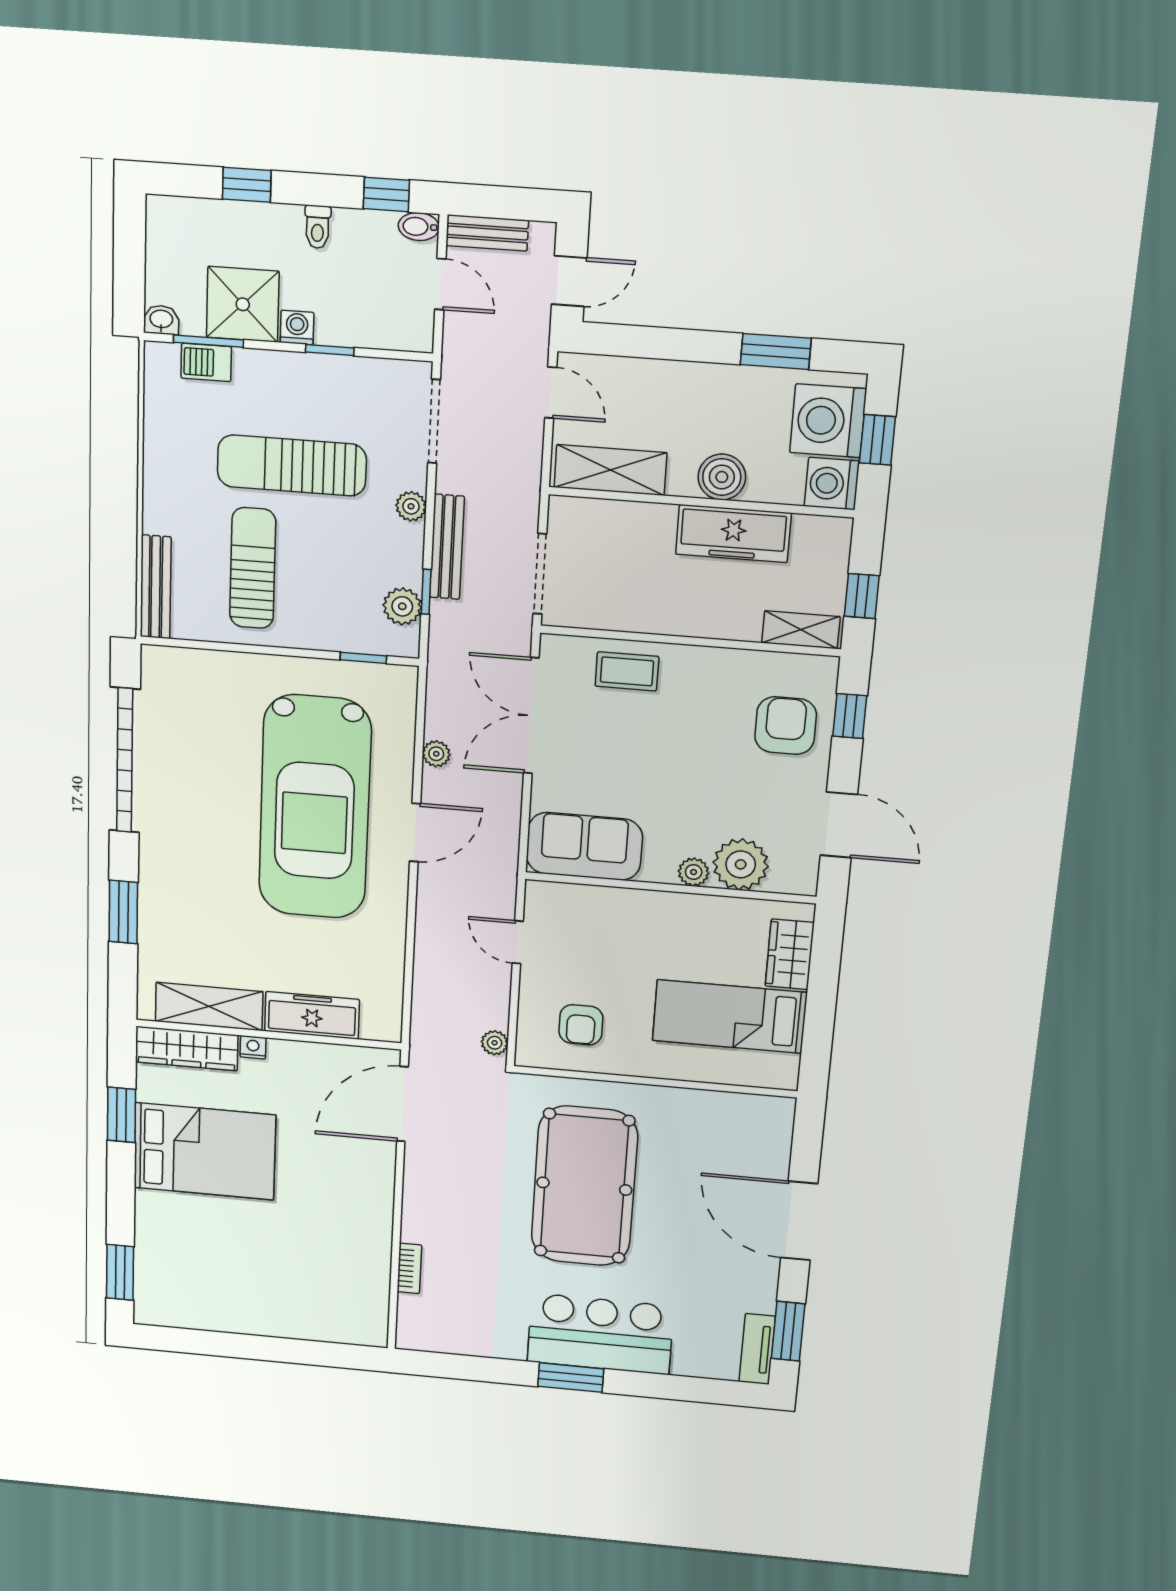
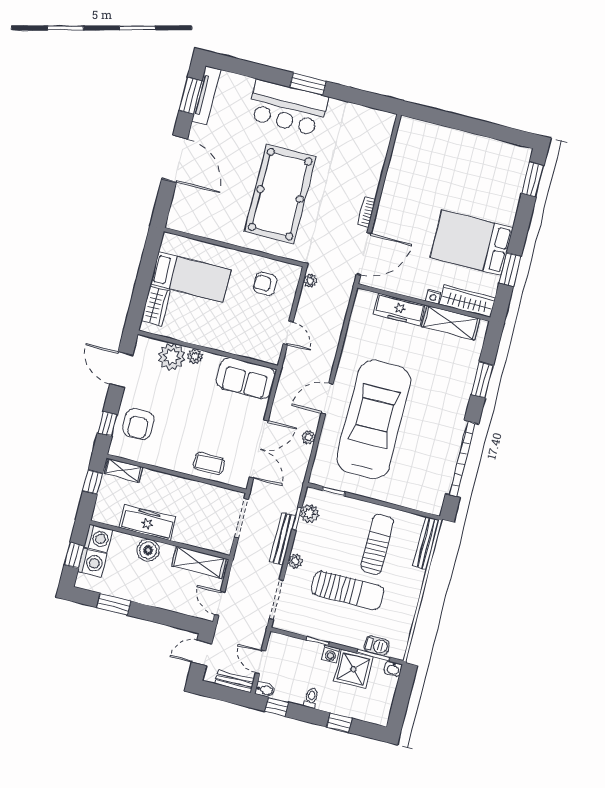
washing machine: (828, 421) -> (92, 563), width x0.73, depth x0.73
sun lounger: (253, 568) -> (377, 544), turned 180
armchair: (581, 1025) -> (265, 284), turned -90
bookcase: (409, 1268) -> (367, 212), moved
tv unit: (757, 1349) -> (206, 96), width x1.41

